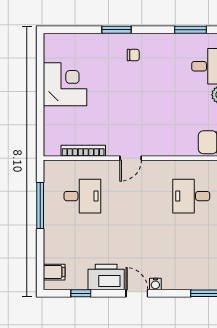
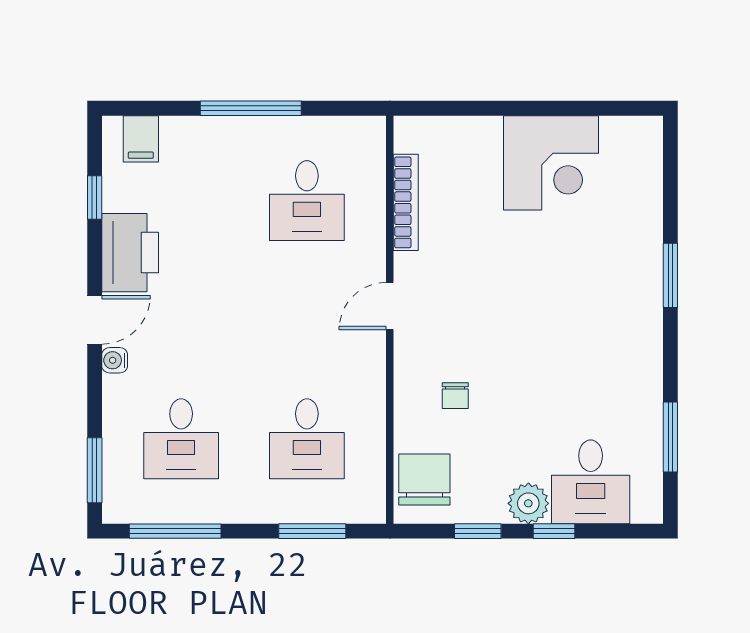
chair: (133, 55) -> (455, 396), moved
door: (131, 158) -> (390, 306), hinge flipped
desk: (191, 196) -> (307, 439), turned 180
window: (40, 206) -> (251, 108), moved
desk: (191, 254) -> (181, 439), added

